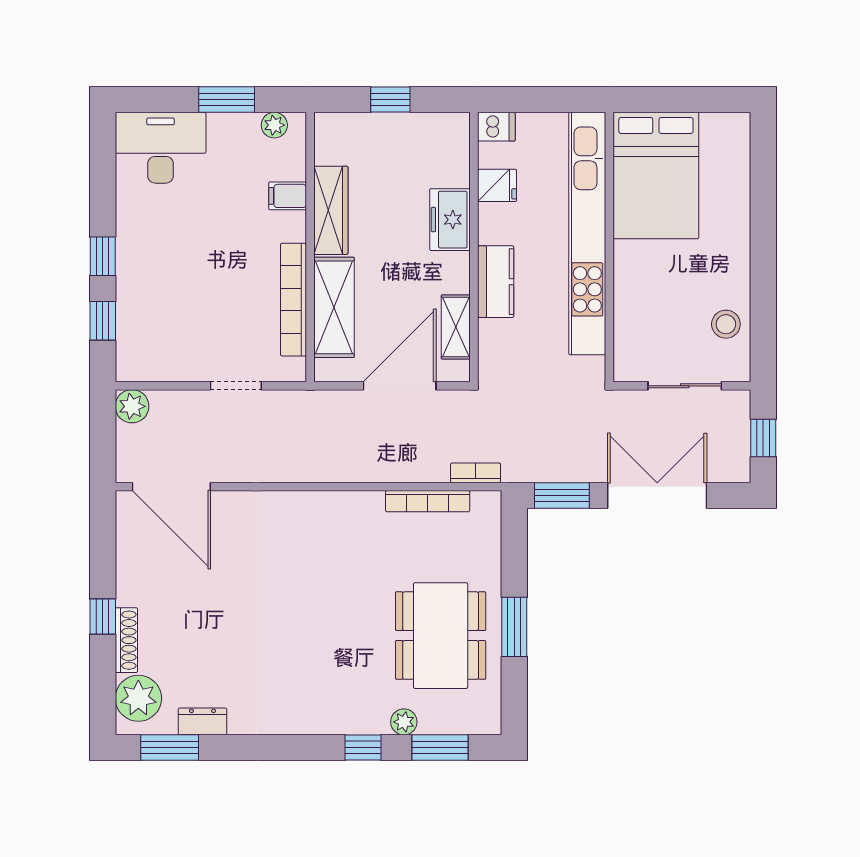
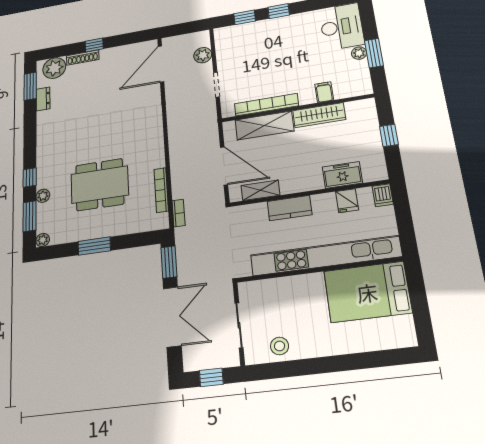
plant: (274, 125) -> (359, 53), moved
freezer: (450, 220) -> (342, 175), moved
plant: (132, 406) -> (203, 55), moved
dining table: (441, 636) -> (100, 185), moved
plant: (489, 722) -> (43, 240), added

